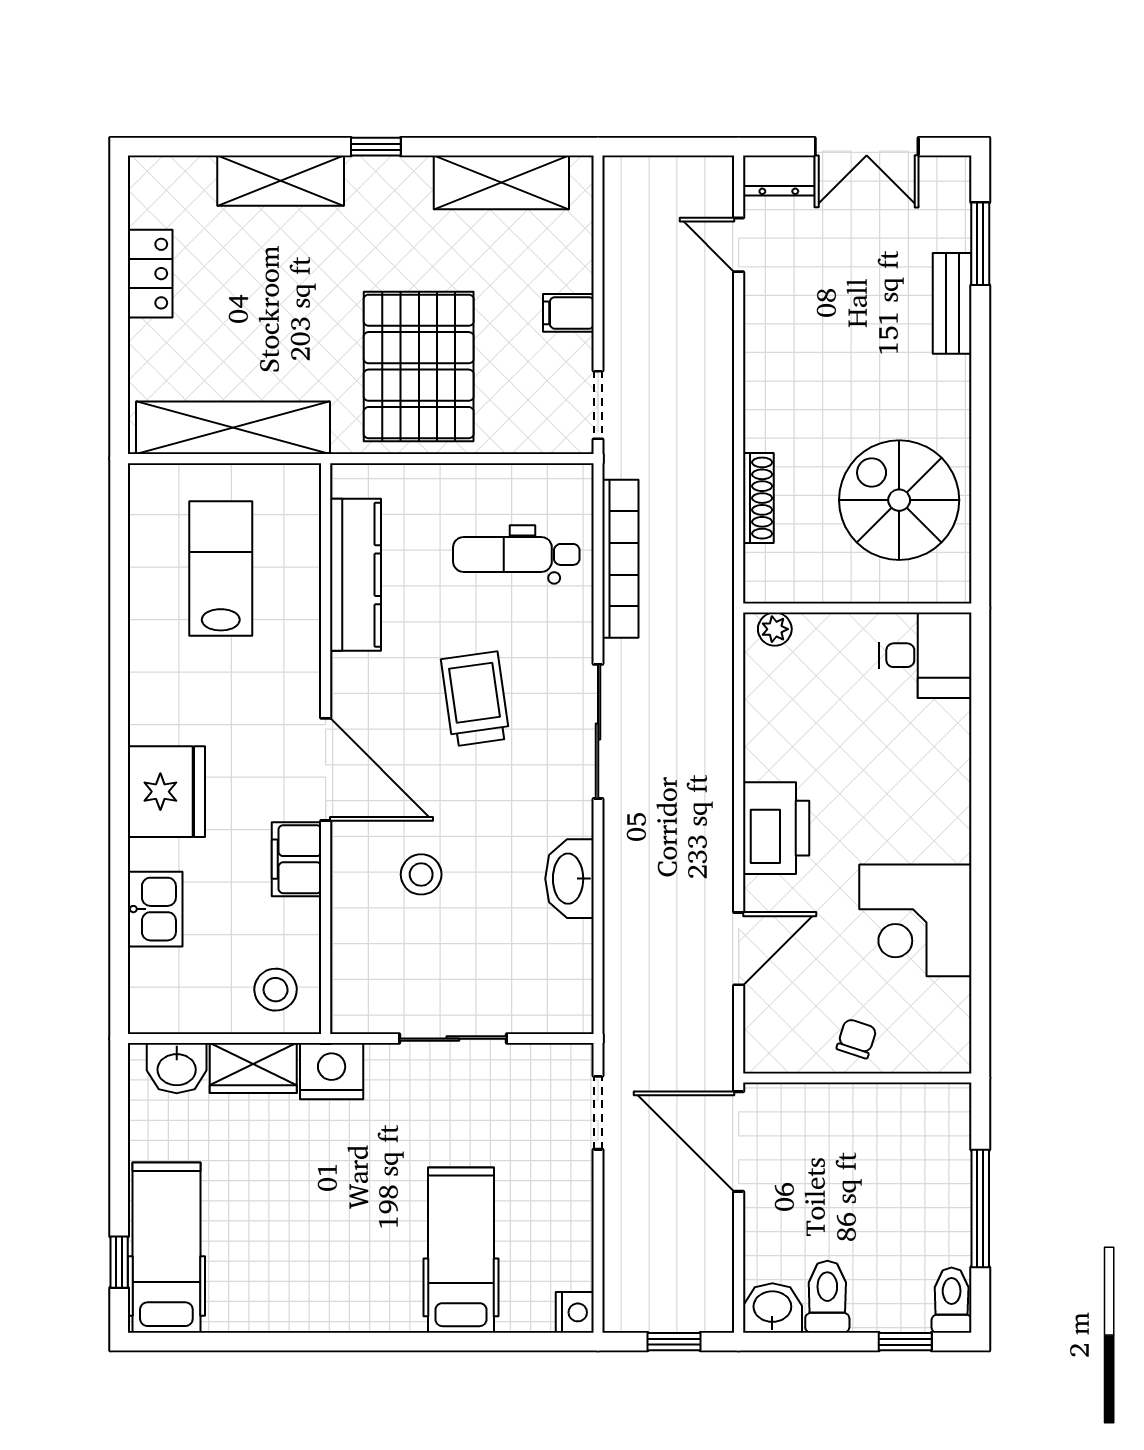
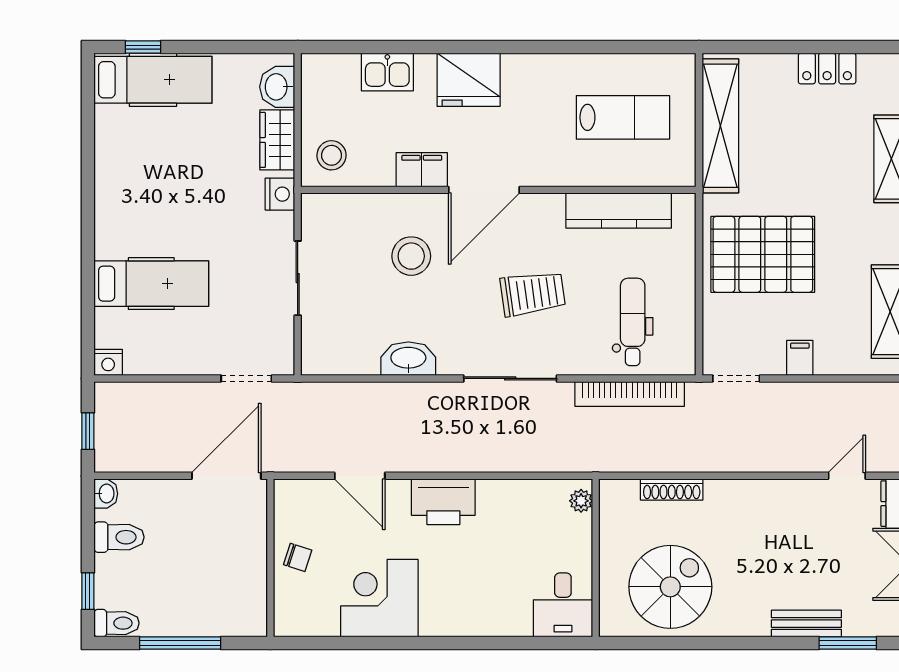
stool: (421, 874) -> (411, 256), width x1.38, depth x1.38
nightstand: (332, 1071) -> (280, 194), width x0.74, depth x0.75
washbasin: (772, 1308) -> (106, 494), width x0.72, depth x0.69

